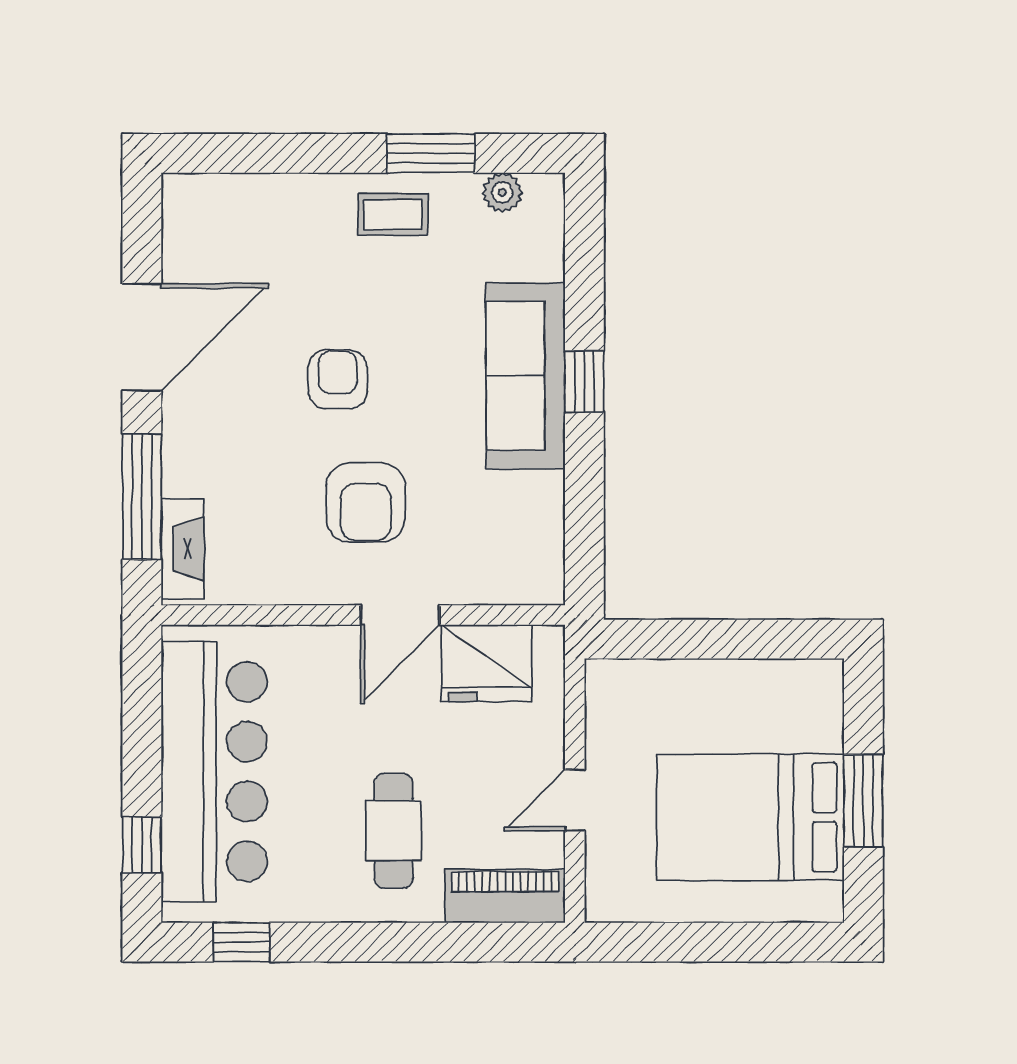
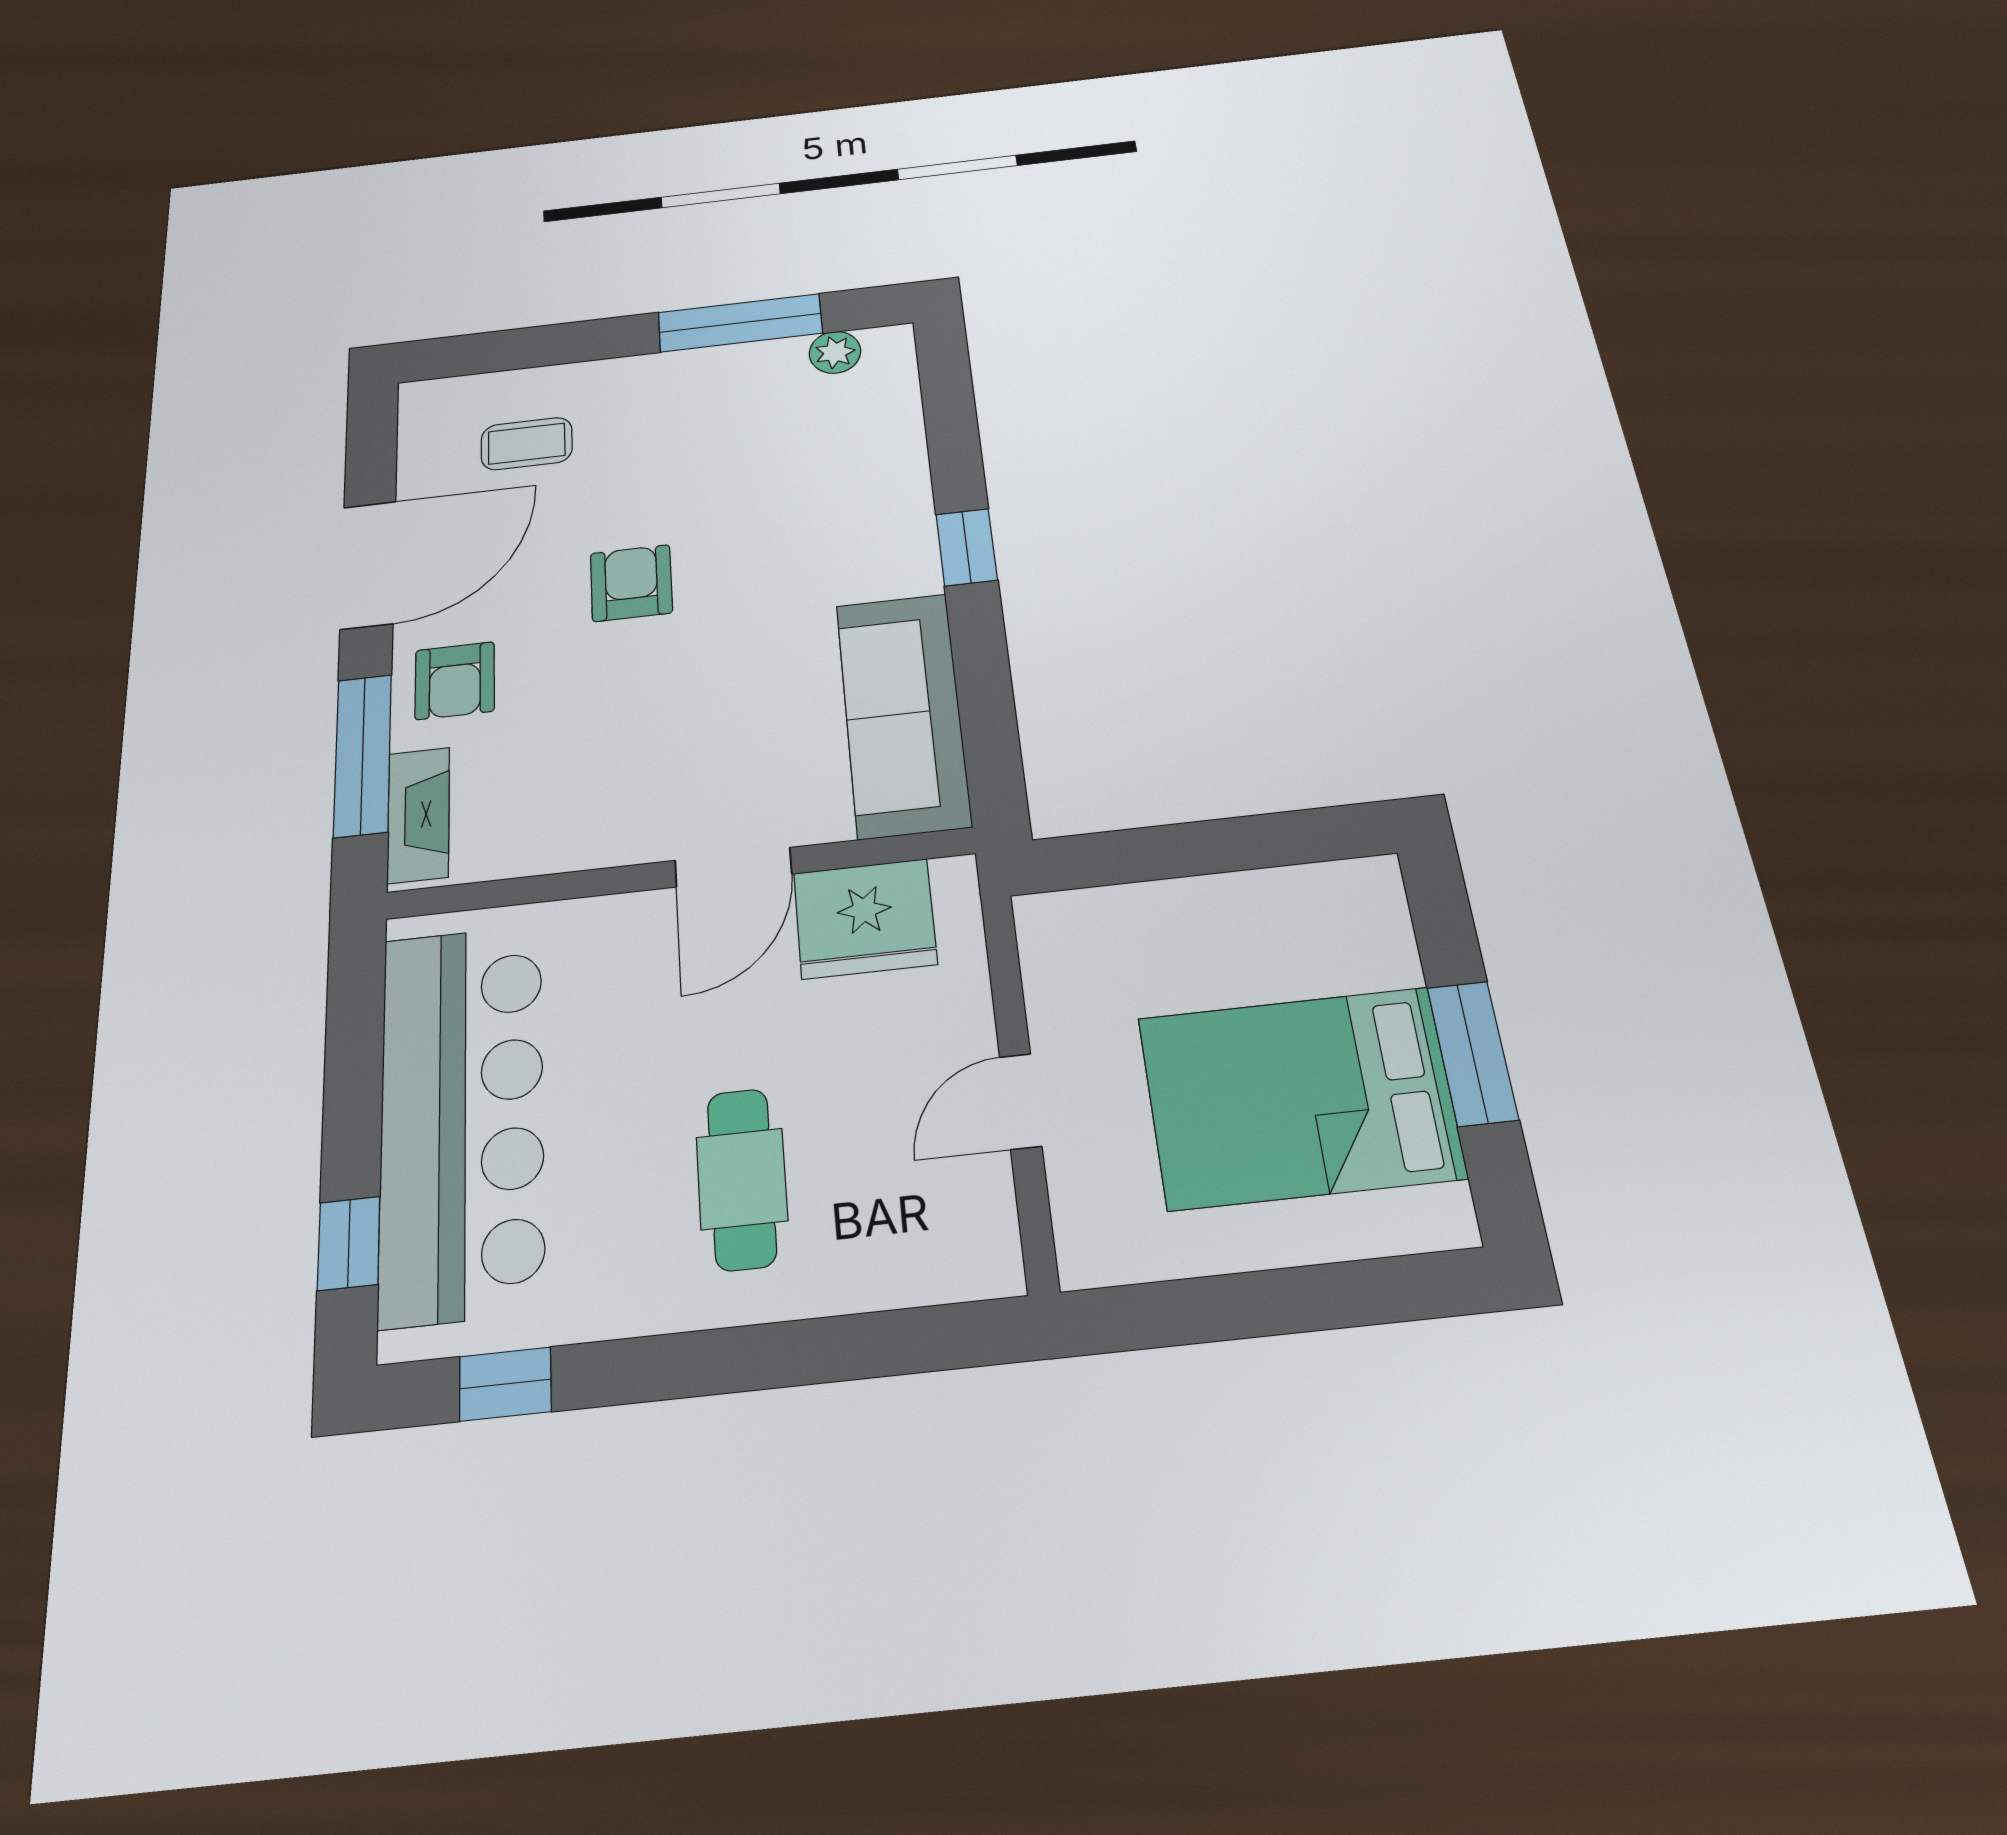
window: (431, 153) -> (740, 323), width x1.44
coffee table: (393, 215) -> (527, 444), moved
sofa: (526, 376) -> (903, 714), moved
armchair: (366, 503) -> (455, 681), moved, width x0.72, depth x0.72
piano: (505, 896) -> (927, 1263), removed

